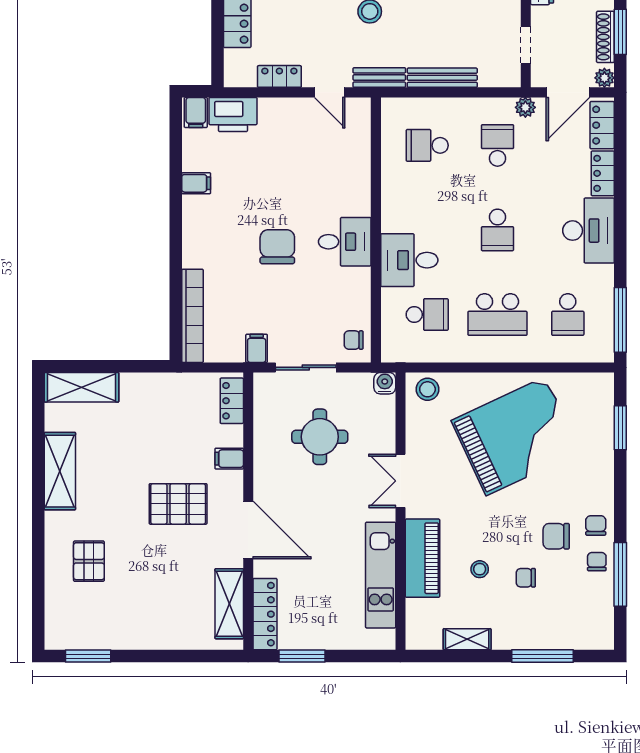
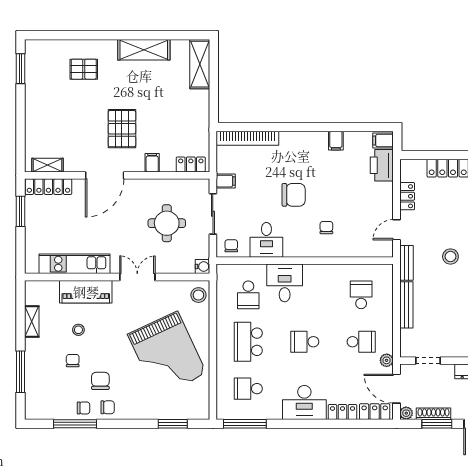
chair: (326, 198) -> (326, 228), added
desk: (345, 242) -> (266, 240), moved
shelving: (229, 604) -> (48, 165), width x0.67, depth x0.75

